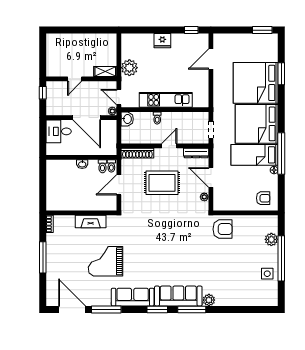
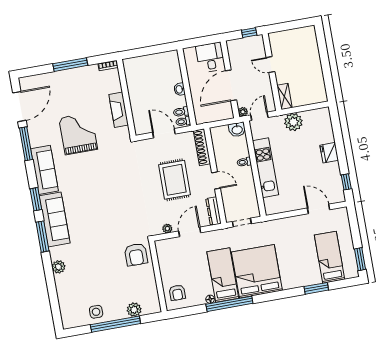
bed: (256, 83) -> (330, 257), moved, width x0.49
plant: (209, 300) -> (58, 267), moved

